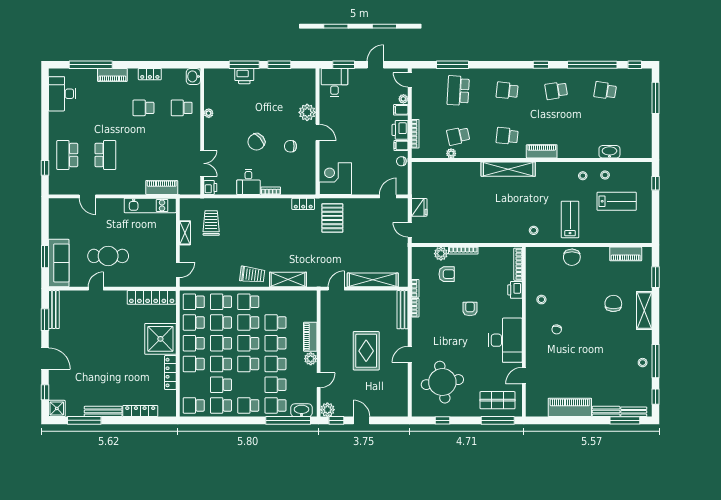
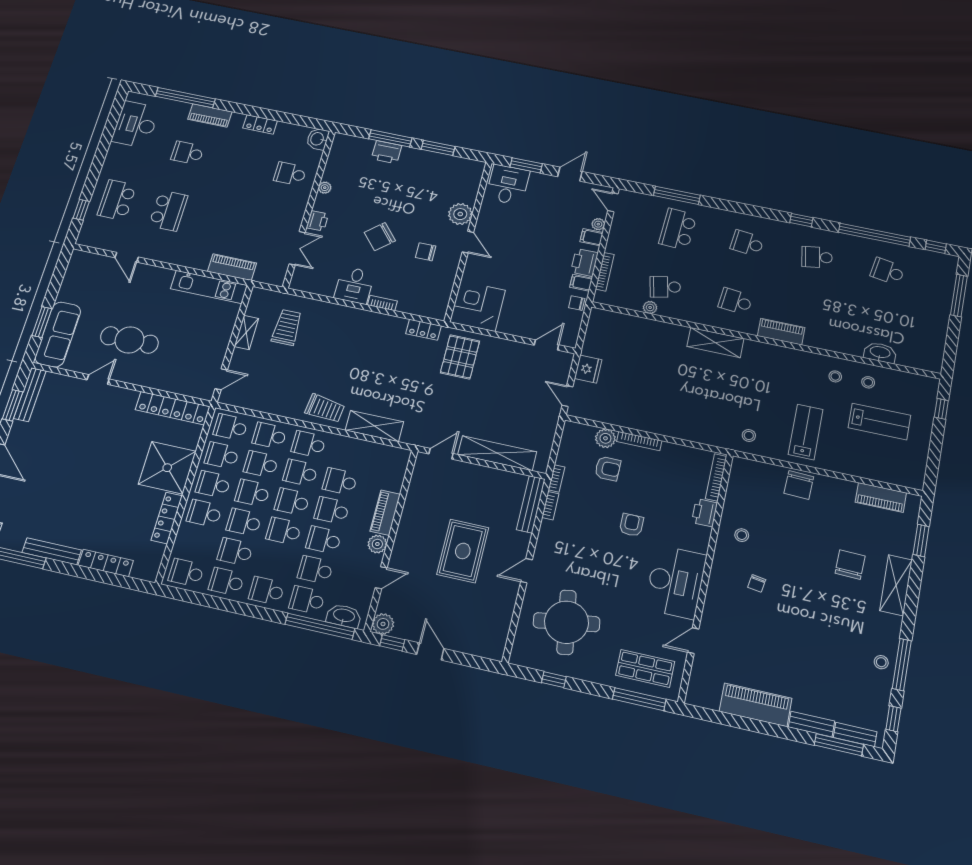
school desk: (143, 108) -> (187, 153), moved
shelving: (508, 169) -> (715, 343), width x0.68
printer: (210, 188) -> (317, 221), moved

